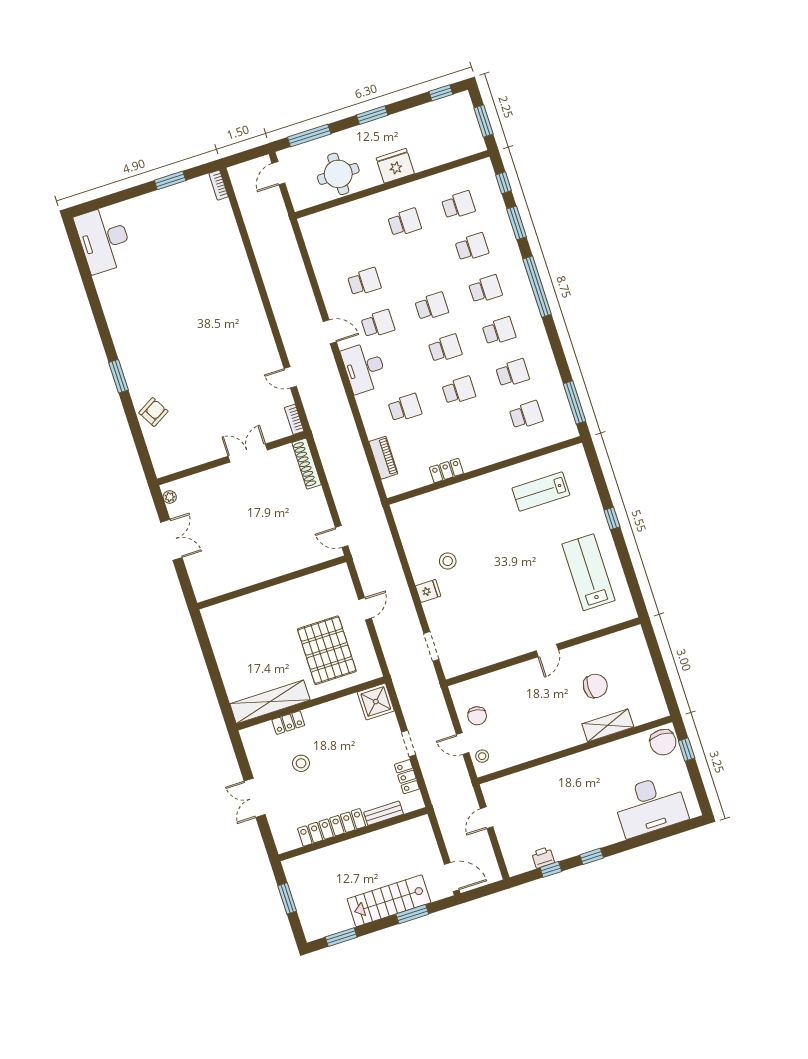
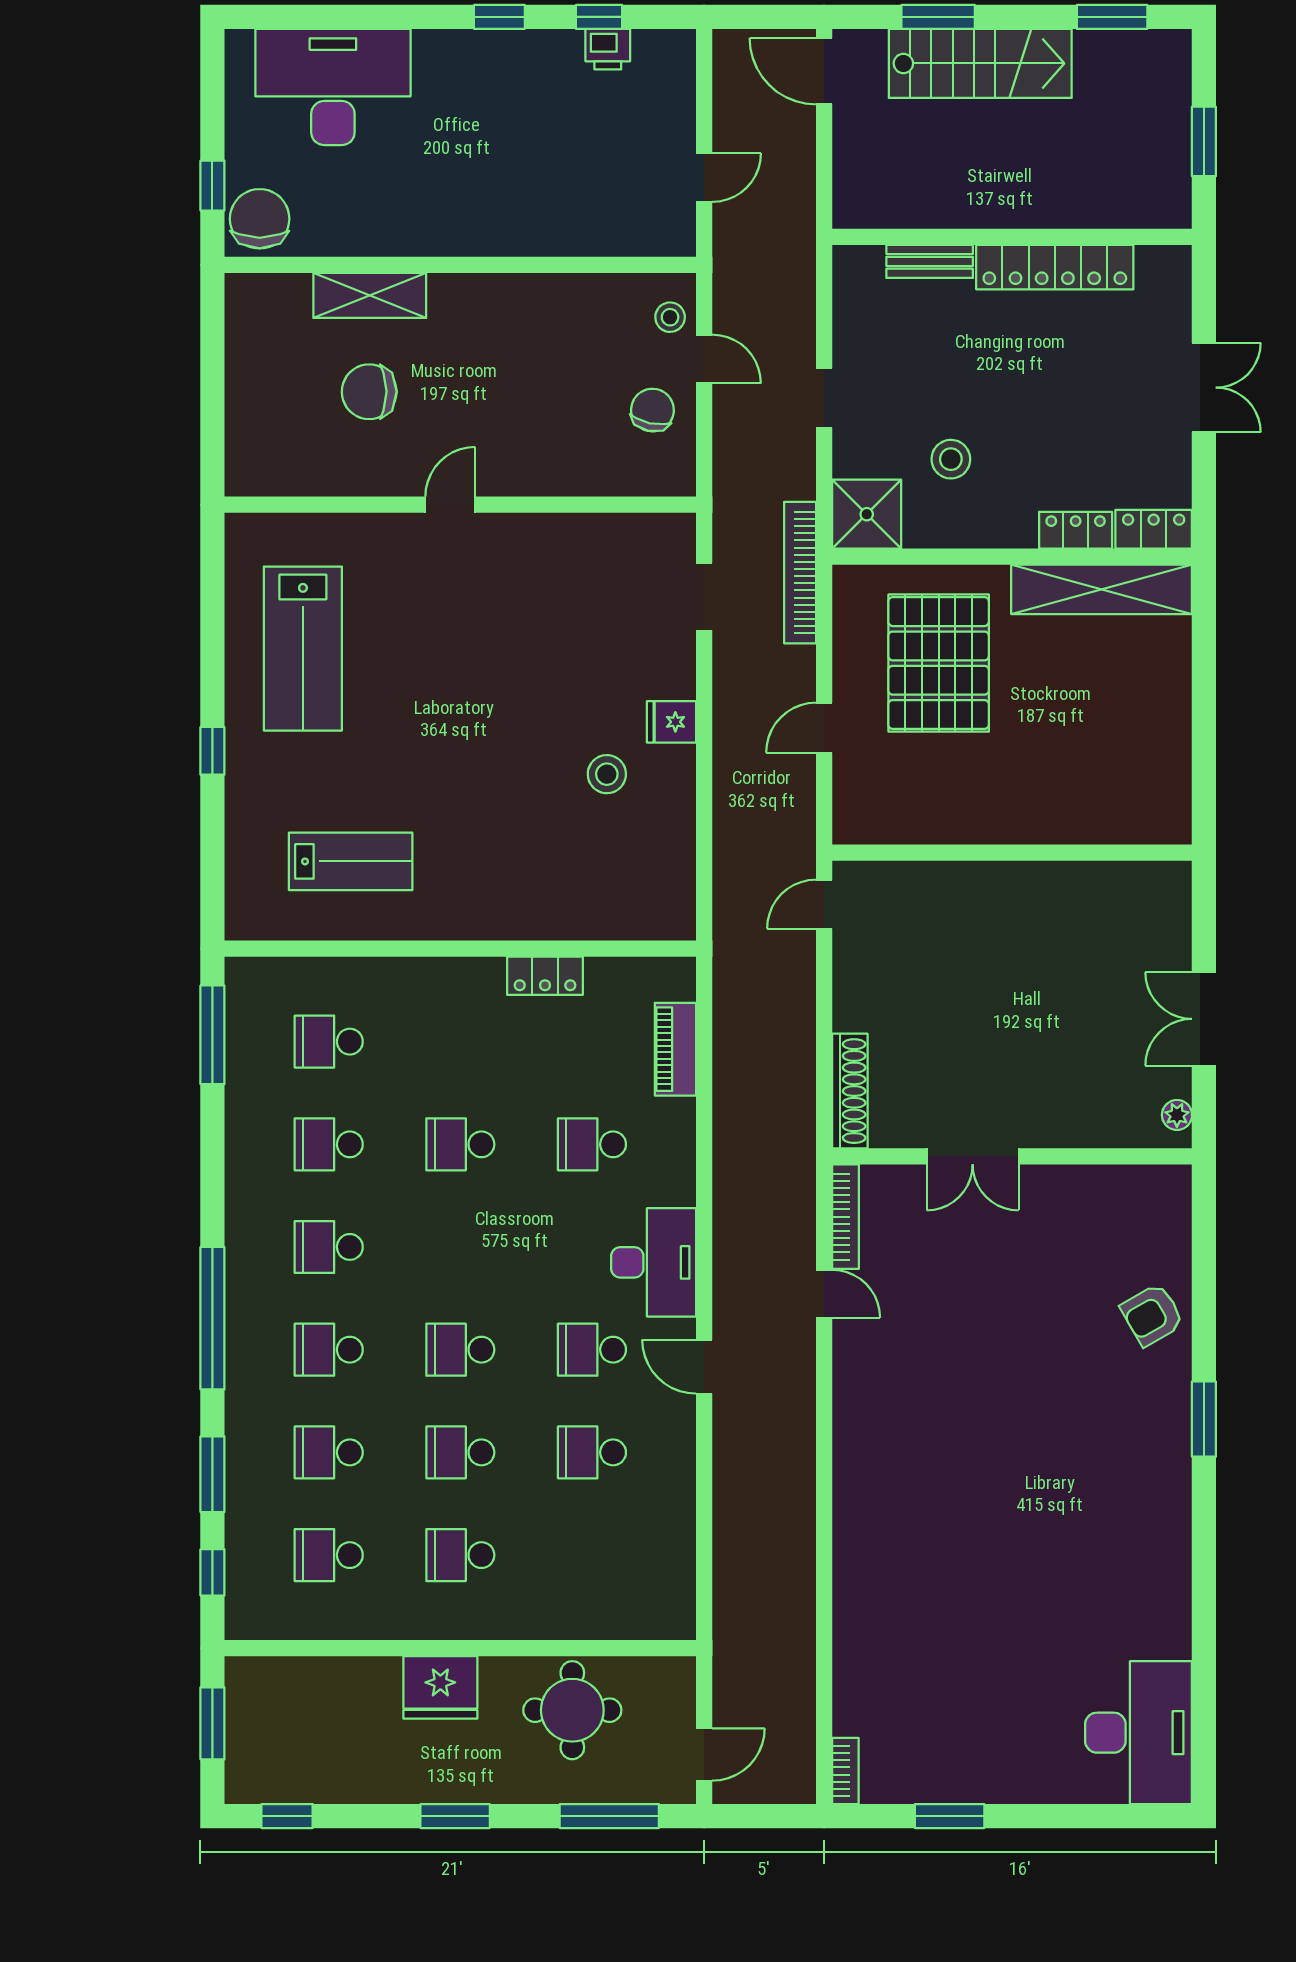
school desk: (445, 348) -> (460, 1452), moved
bookcase: (294, 419) -> (846, 1217), width x1.56
door: (342, 537) -> (824, 904), swing flipped
bookcase: (395, 669) -> (800, 573), added
stool: (301, 763) -> (951, 459), moved
locker: (407, 777) -> (1154, 529), moved, turned -90

